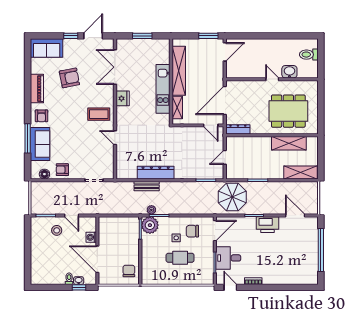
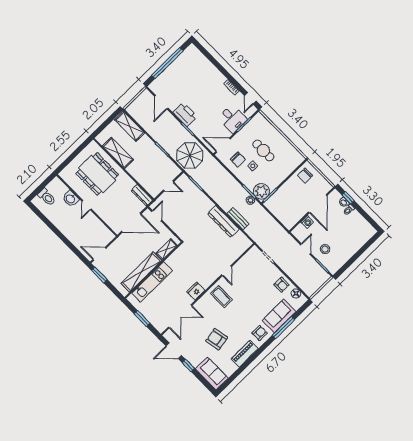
kitchen unit: (163, 89) -> (152, 282), moved

